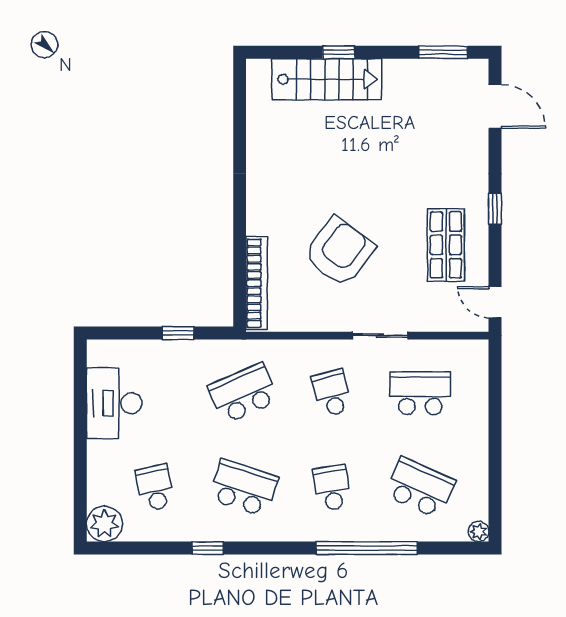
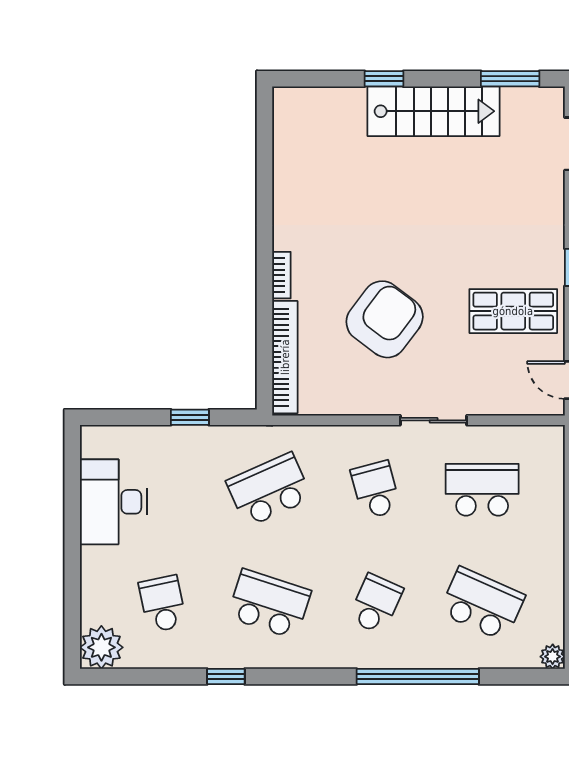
stairs: (327, 79) -> (433, 111), moved
bookcase: (254, 215) -> (281, 275), added
shop shelf: (446, 245) -> (513, 311), turned 90
school desk: (332, 488) -> (376, 604), turned 33

